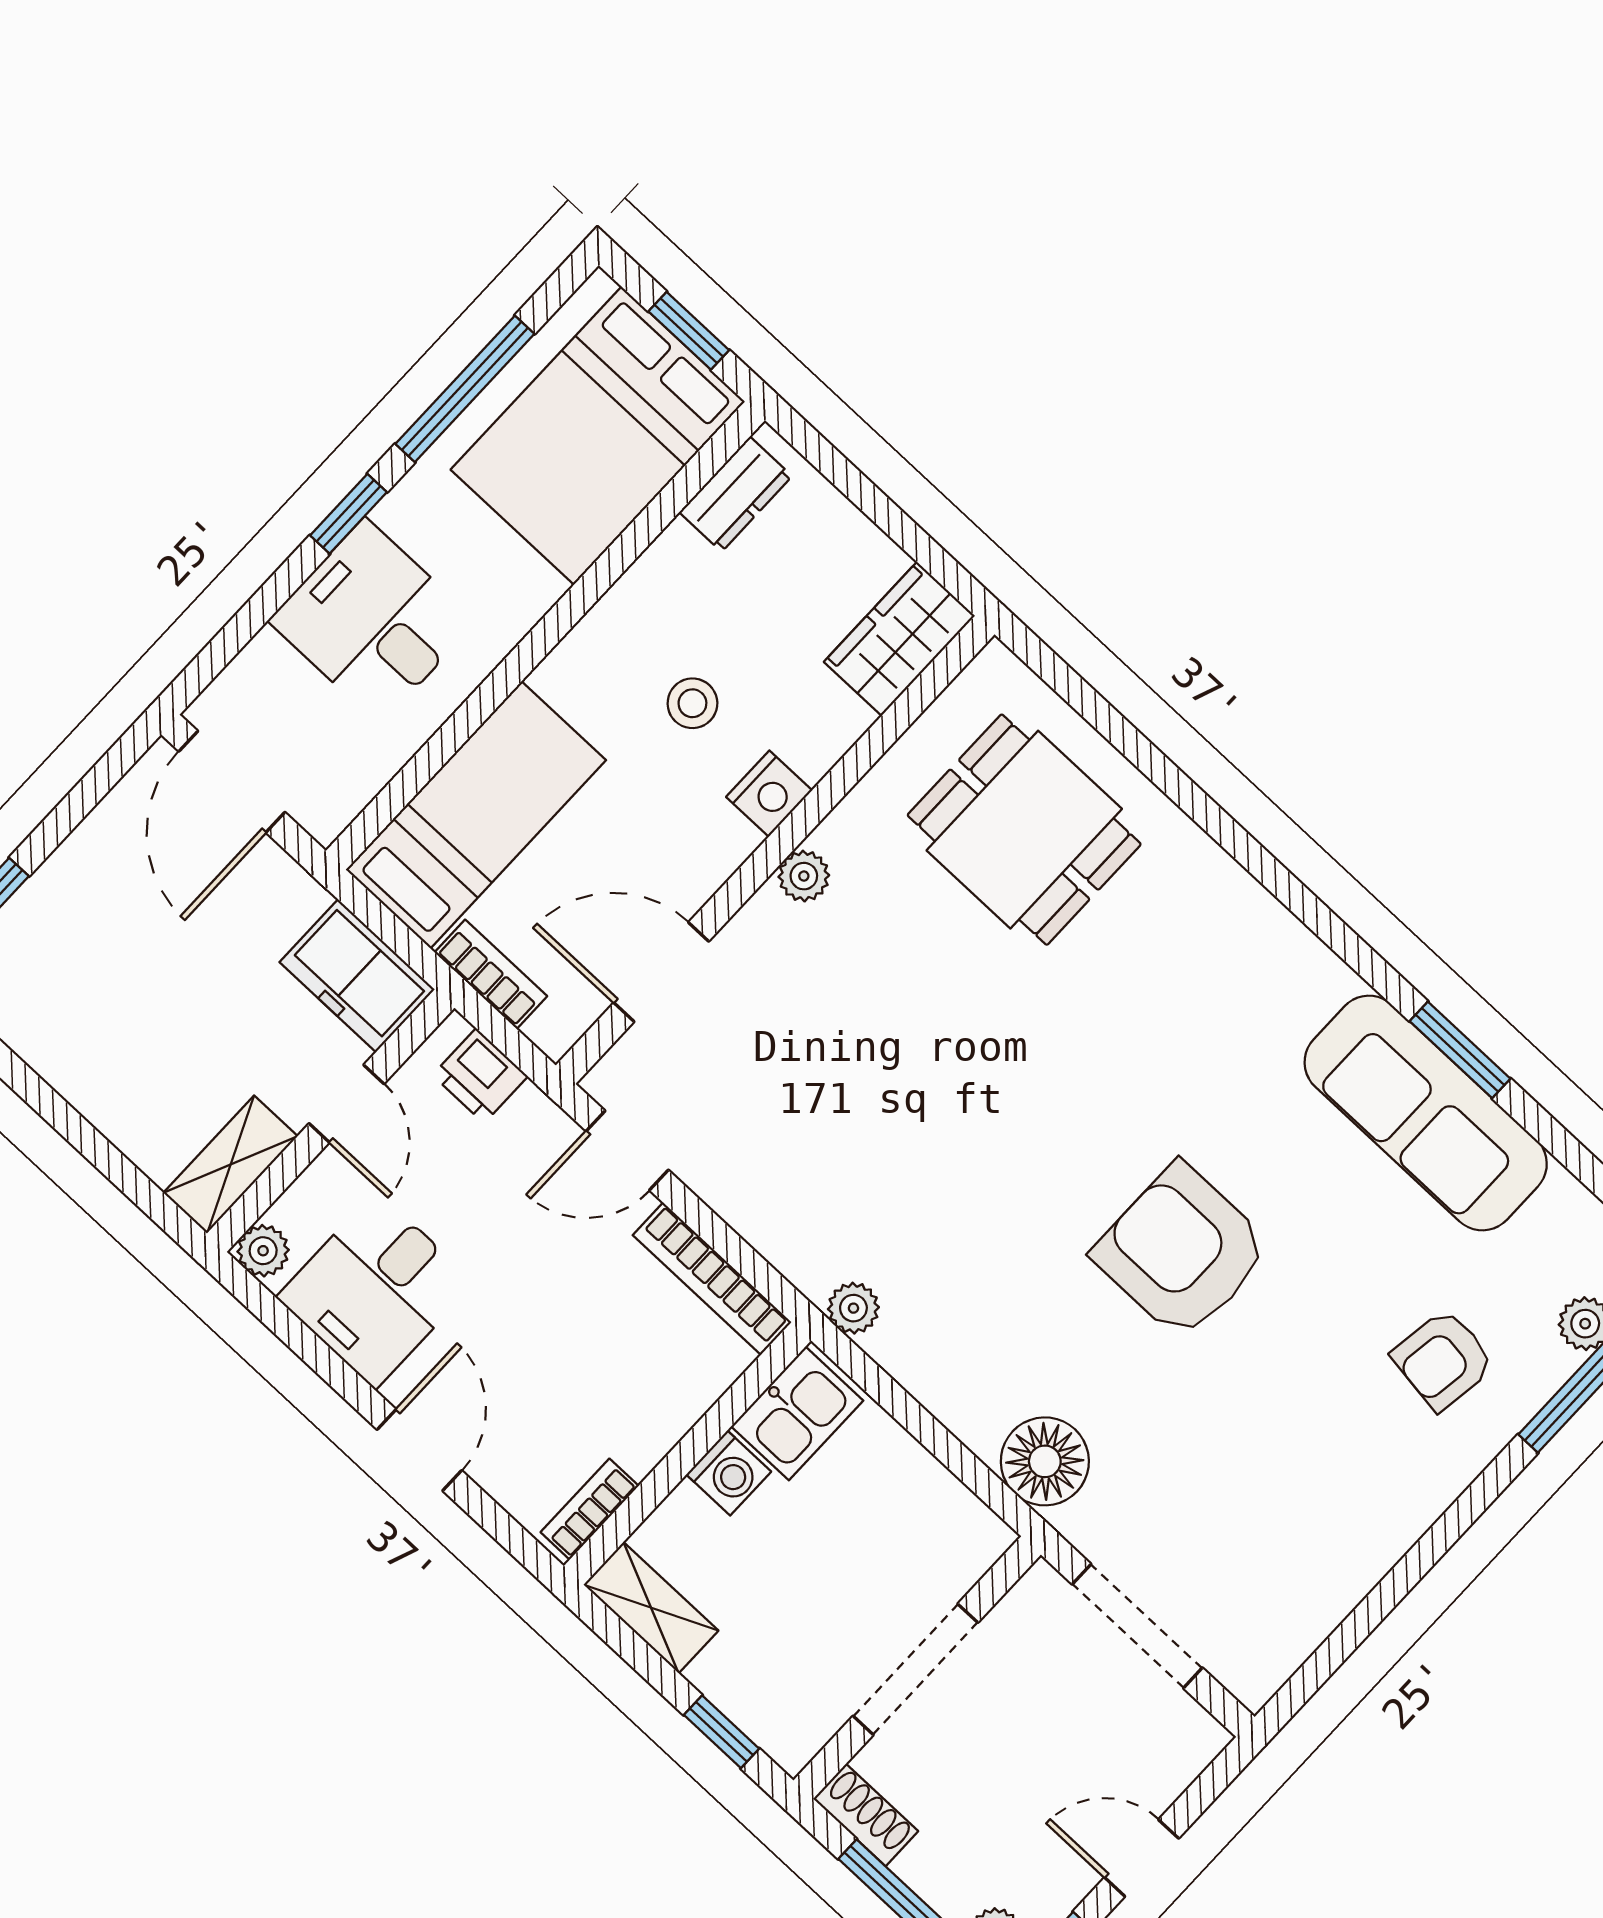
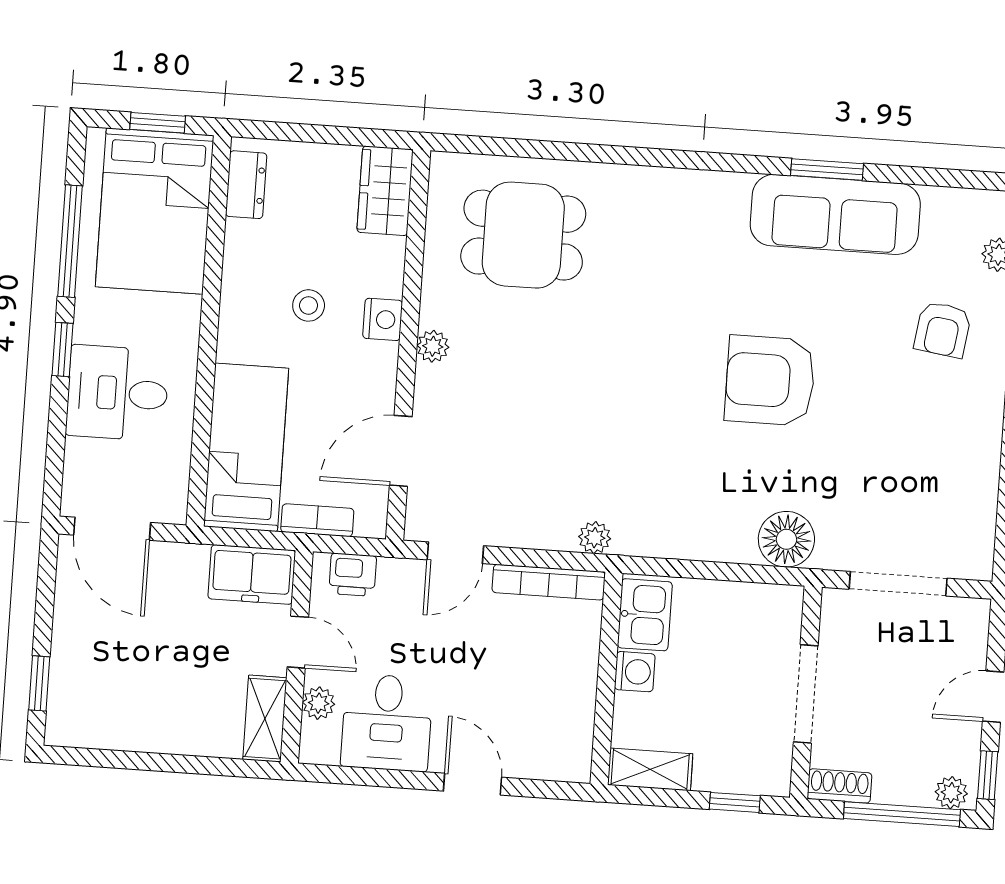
plant: (263, 1251) -> (319, 703), moved
plant: (853, 1308) -> (595, 538), moved
bookcase: (590, 1509) -> (580, 745), removed

